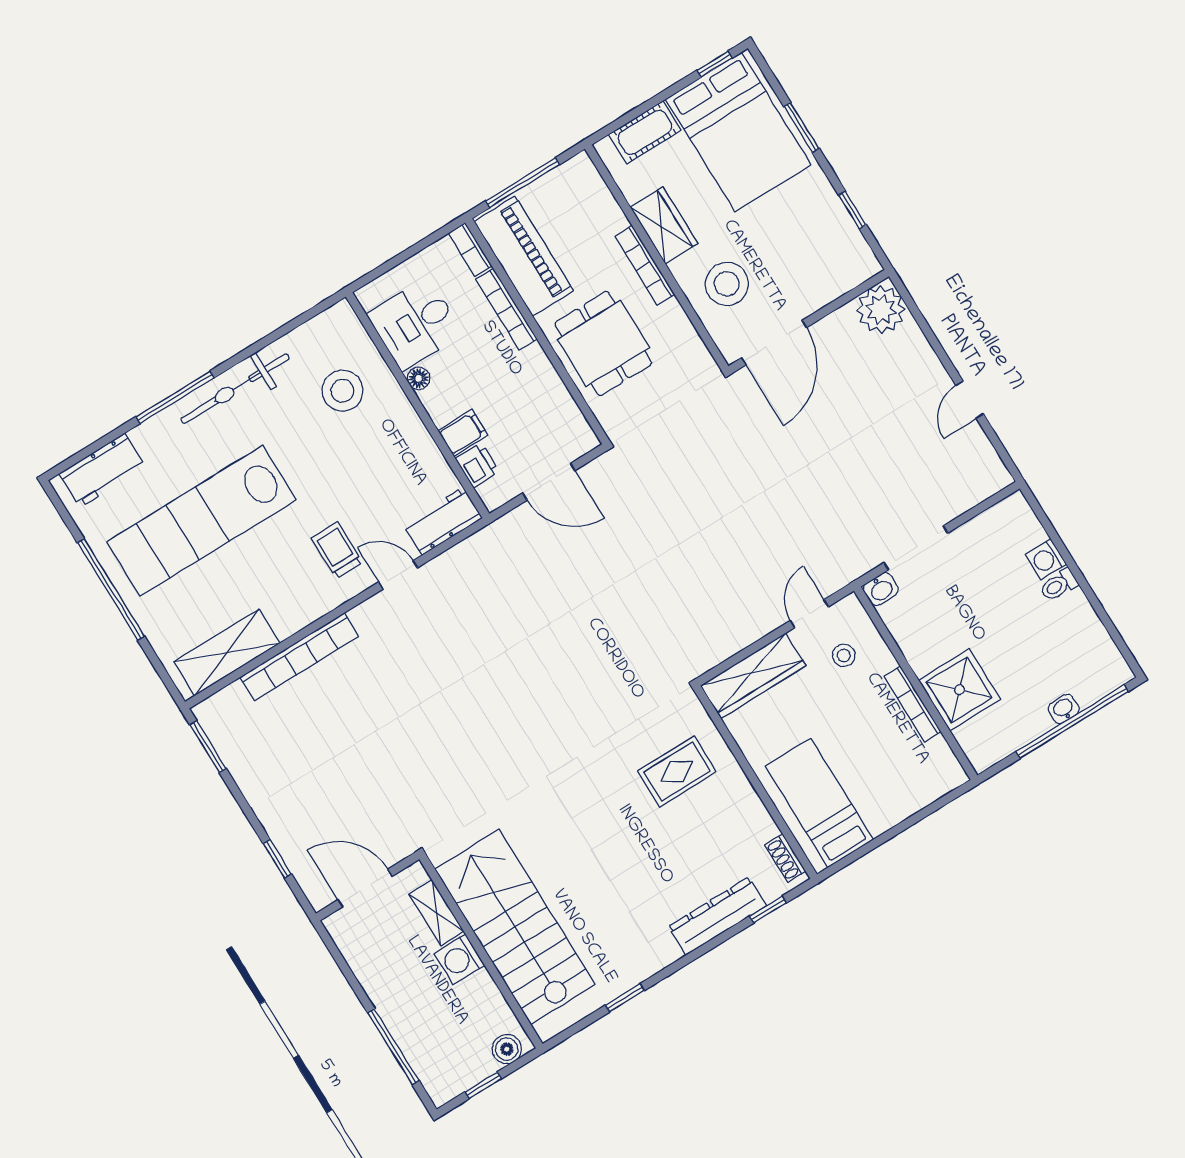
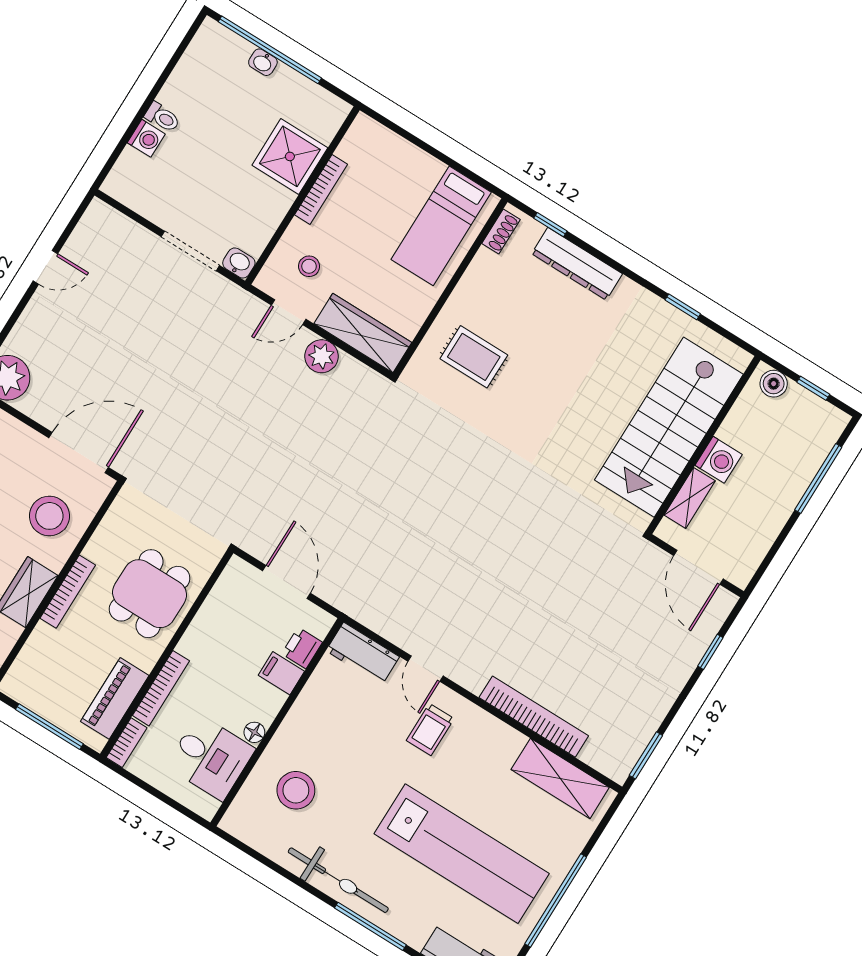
piano: (524, 256) -> (115, 698), width x0.73, depth x0.75
plant: (751, 624) -> (322, 356), added

